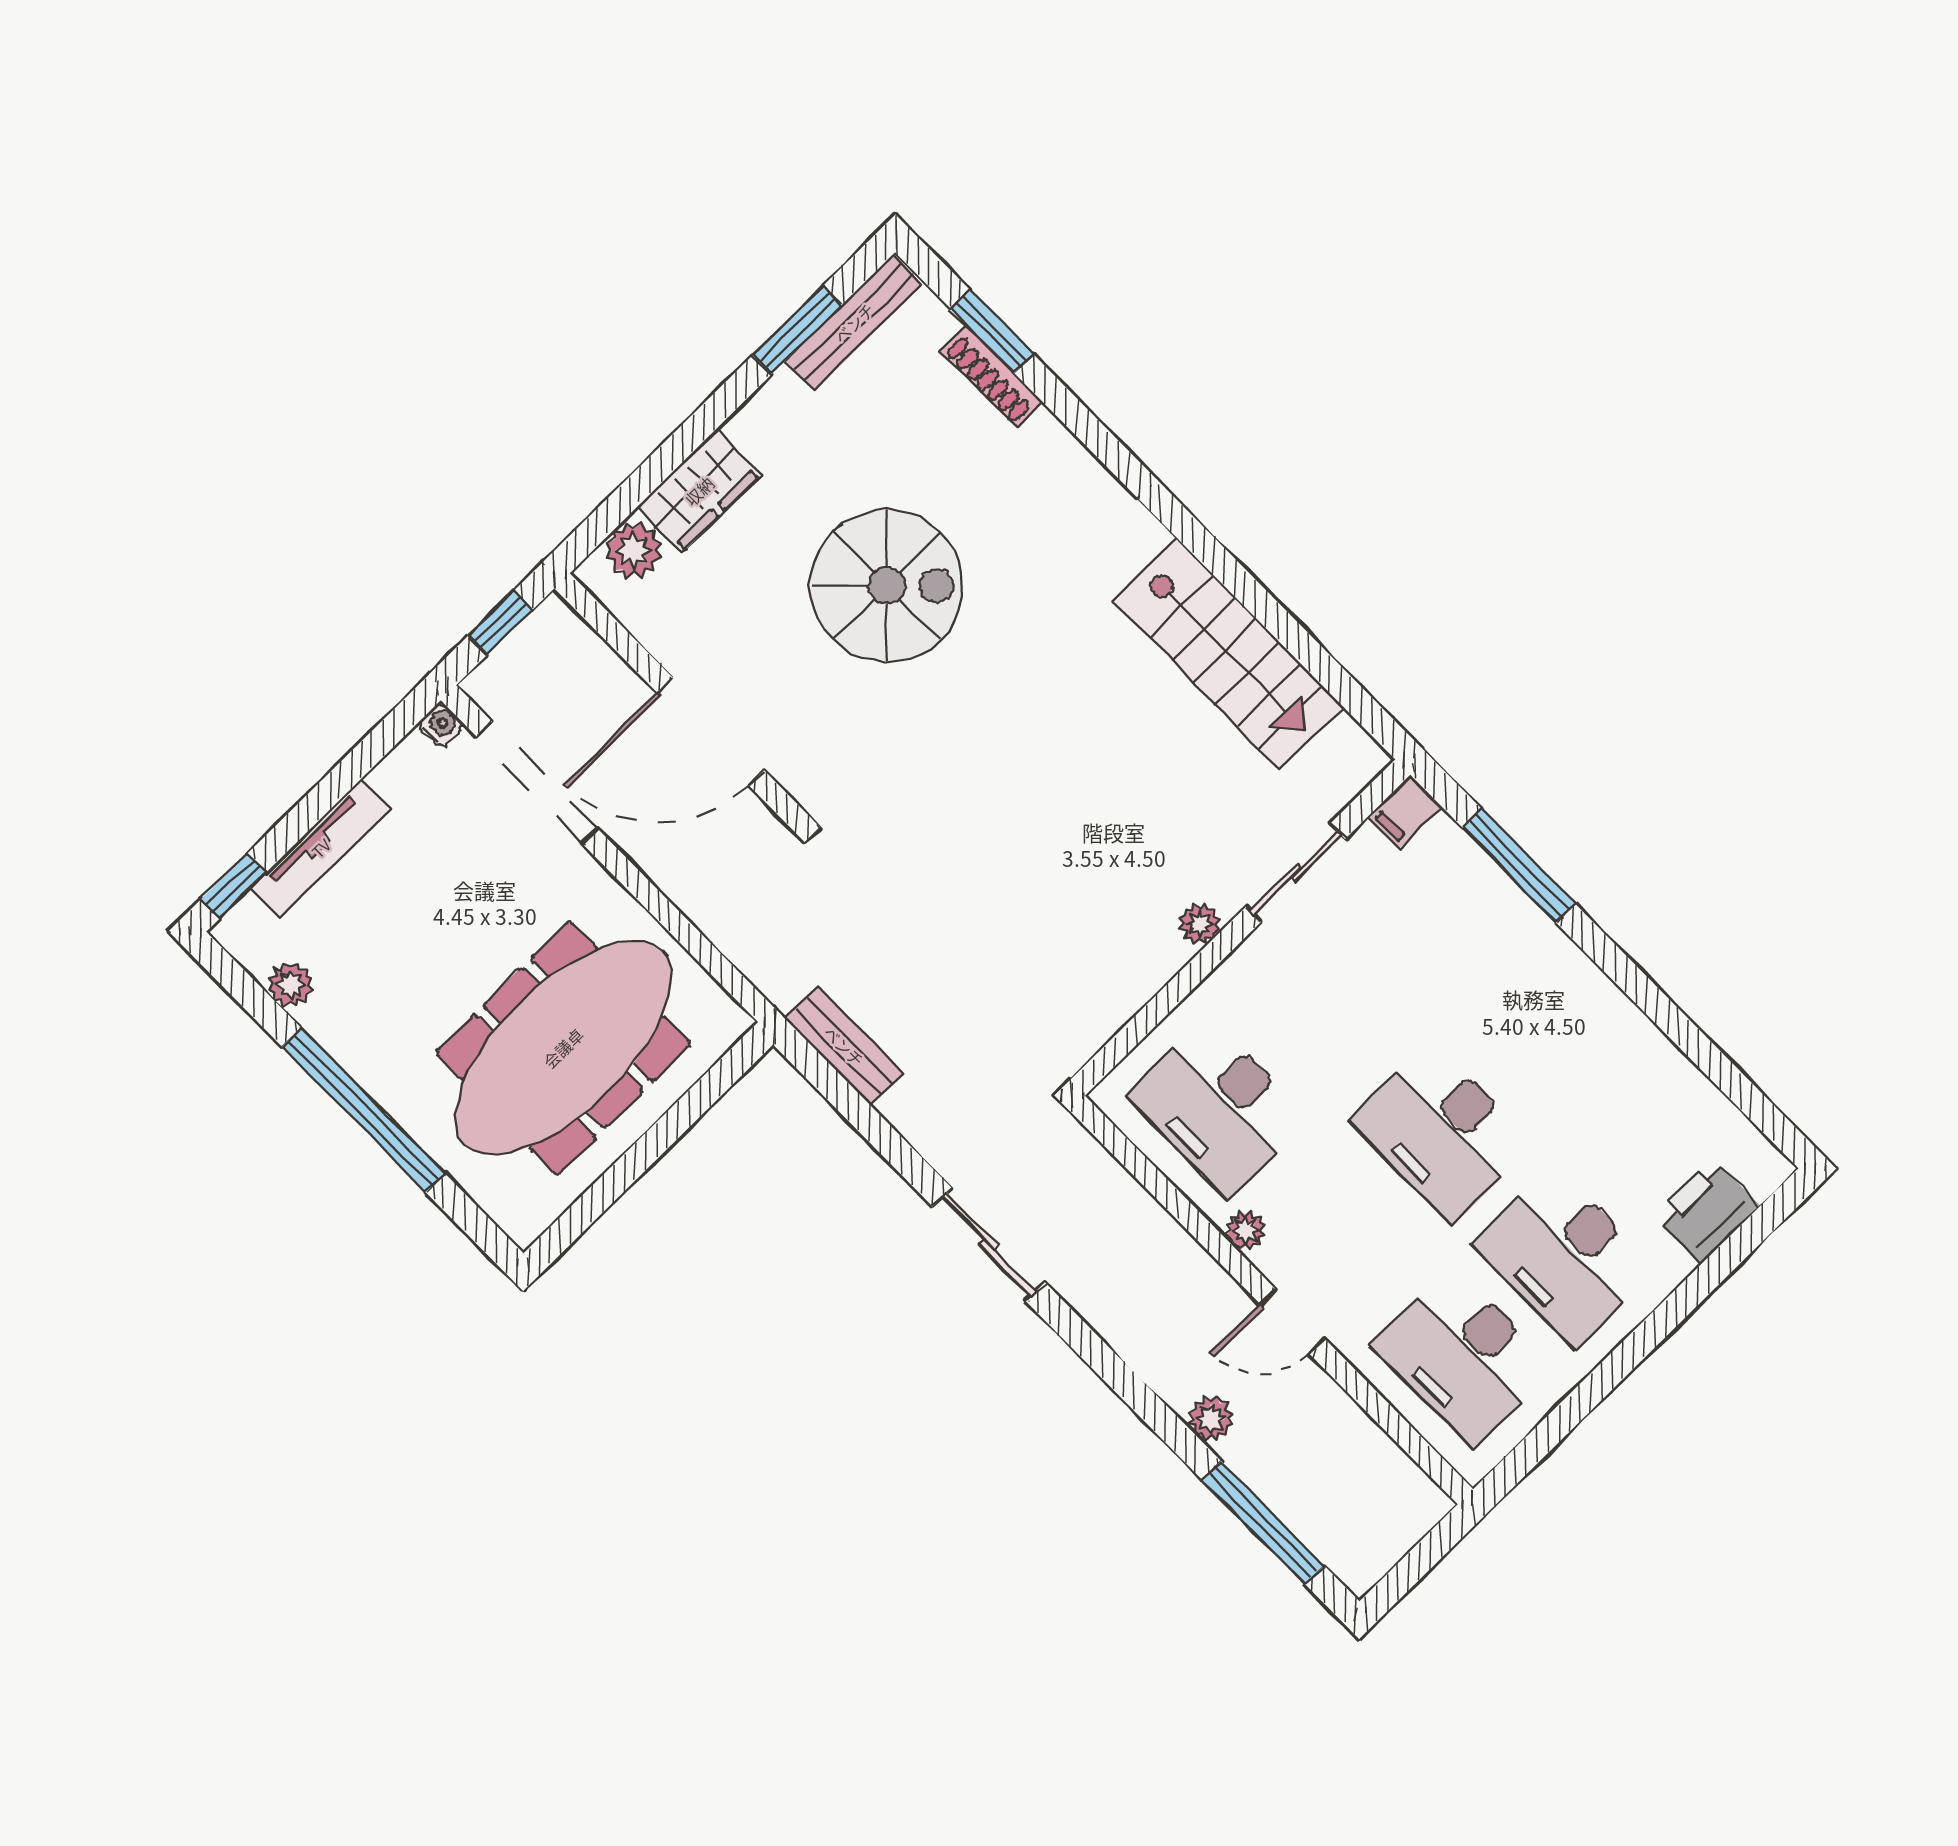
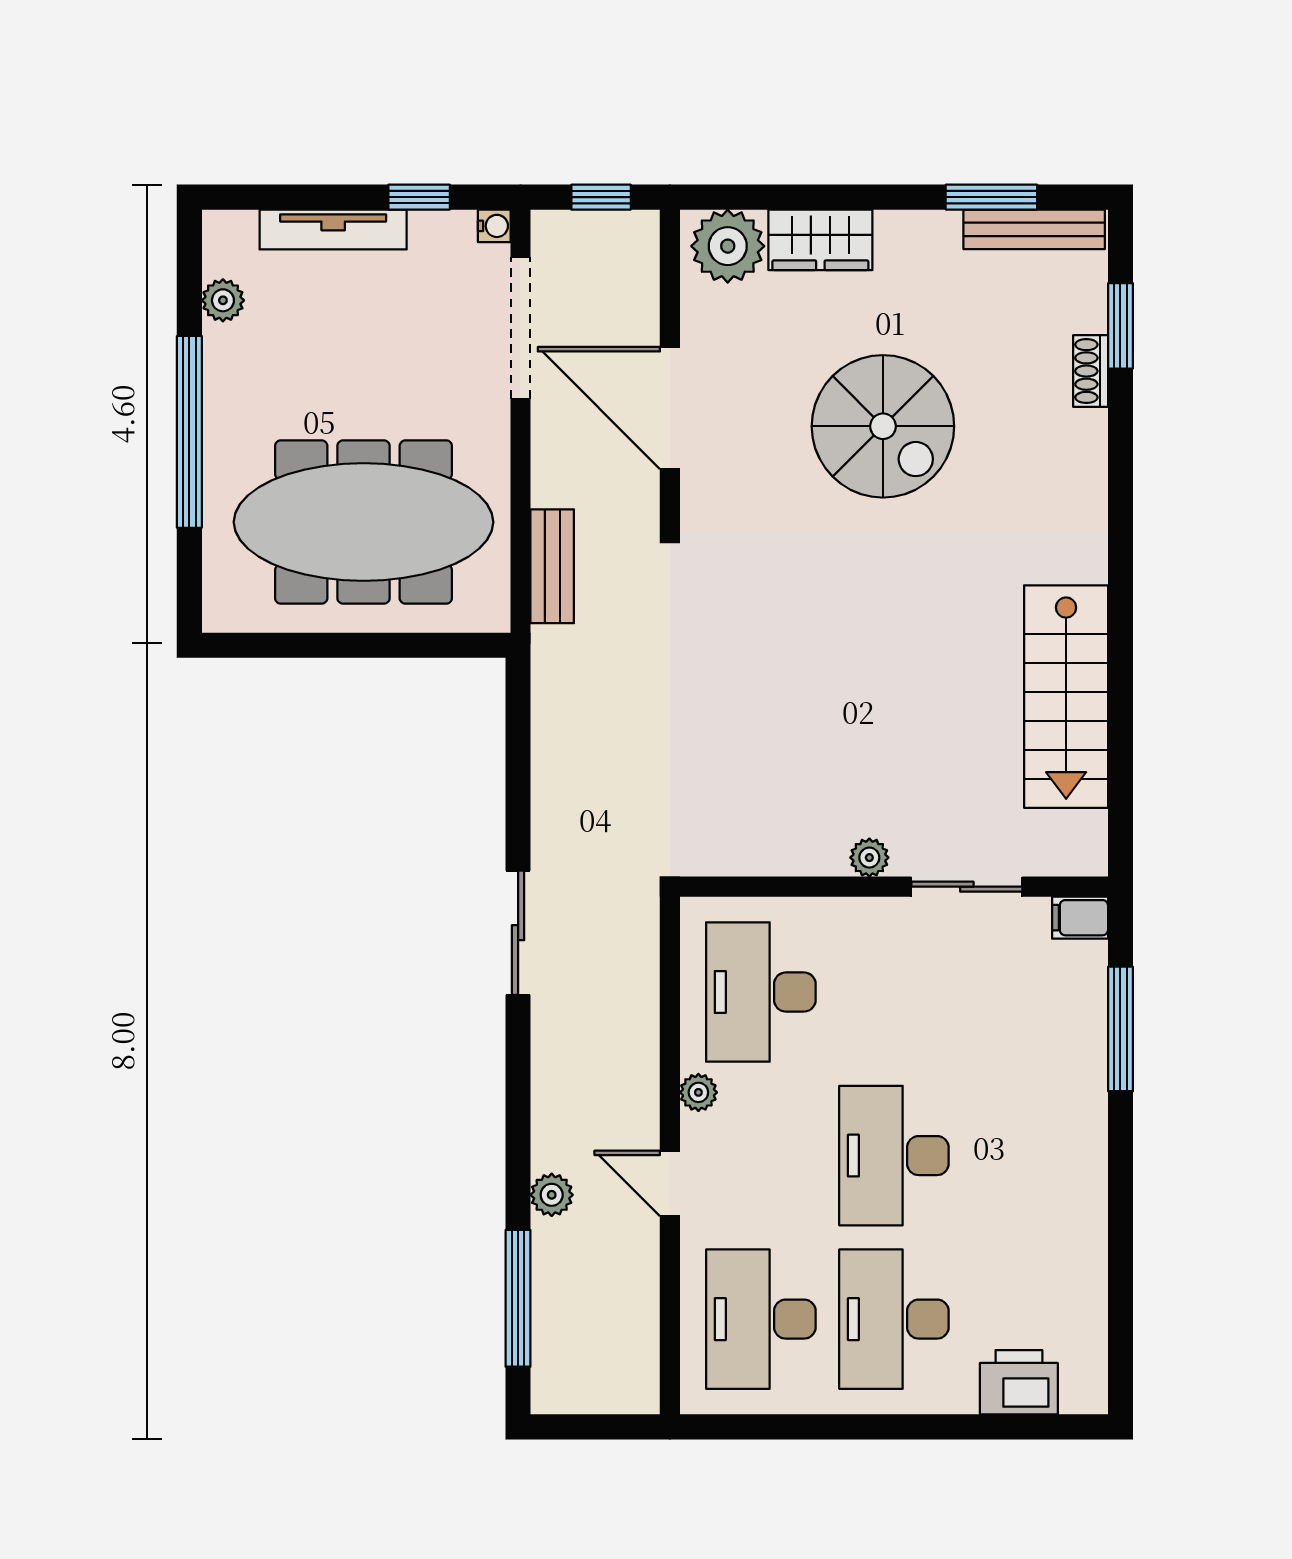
shoe rack: (991, 376) -> (1091, 371), width x0.70
plant: (634, 550) -> (728, 246), width x1.36, depth x1.36
window: (233, 886) -> (419, 197), moved
bench: (844, 1046) -> (552, 566), moved

